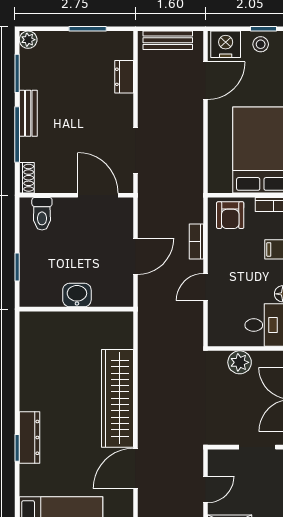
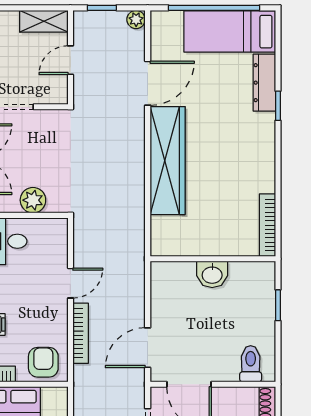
bookcase: (196, 241) -> (81, 333), width x1.56
door: (135, 256) -> (148, 348), moved
bookcase: (27, 340) -> (268, 225), added
dresser: (29, 437) -> (264, 83), moved

